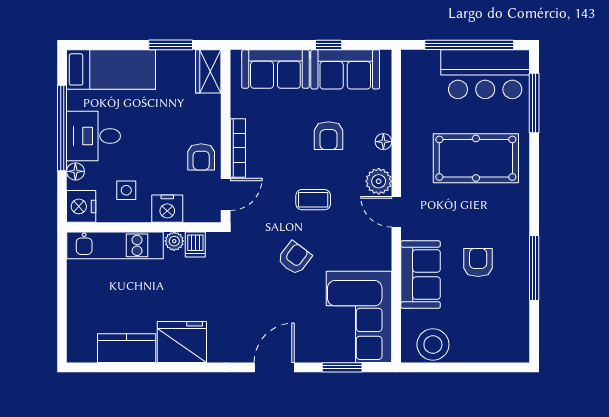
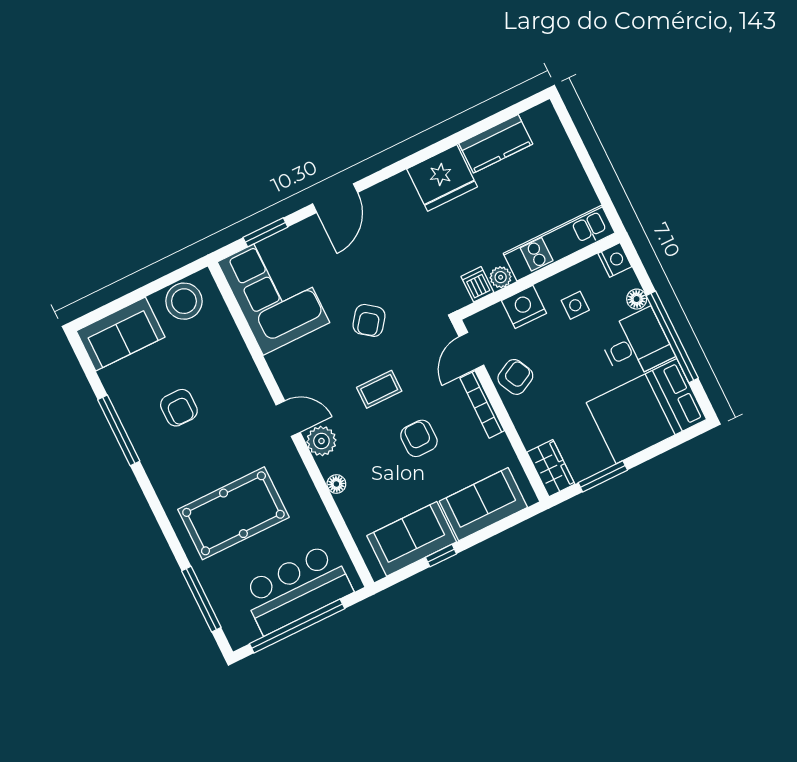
bed: (111, 69) -> (646, 411), width x1.50
bar counter: (485, 74) -> (297, 589), moved
armchair: (329, 136) -> (419, 438), moved
armchair: (201, 157) -> (515, 377), turned 63
nightstand: (81, 206) -> (615, 260), width x0.74, depth x0.75
sofa: (421, 274) -> (121, 334), moved, turned -90

